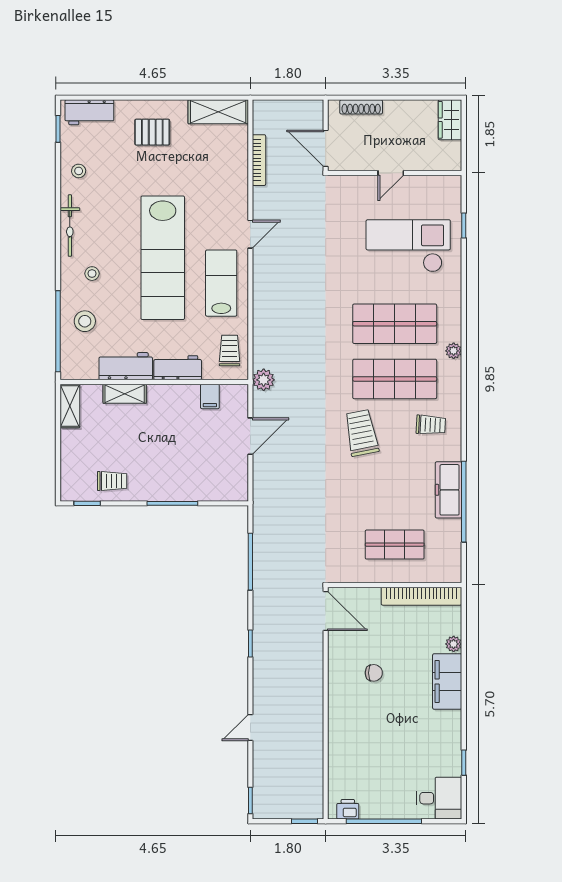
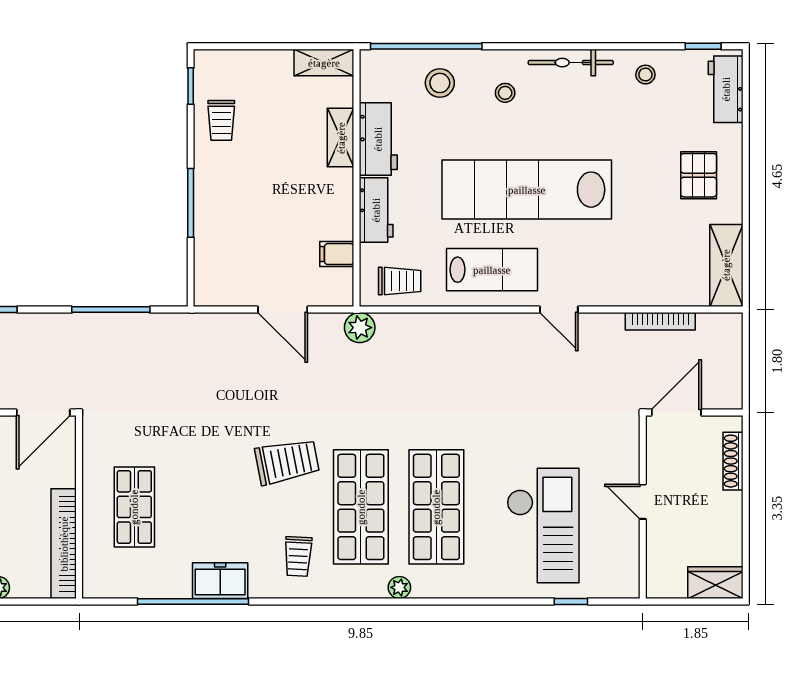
freezer: (449, 490) -> (220, 581), width x0.71

